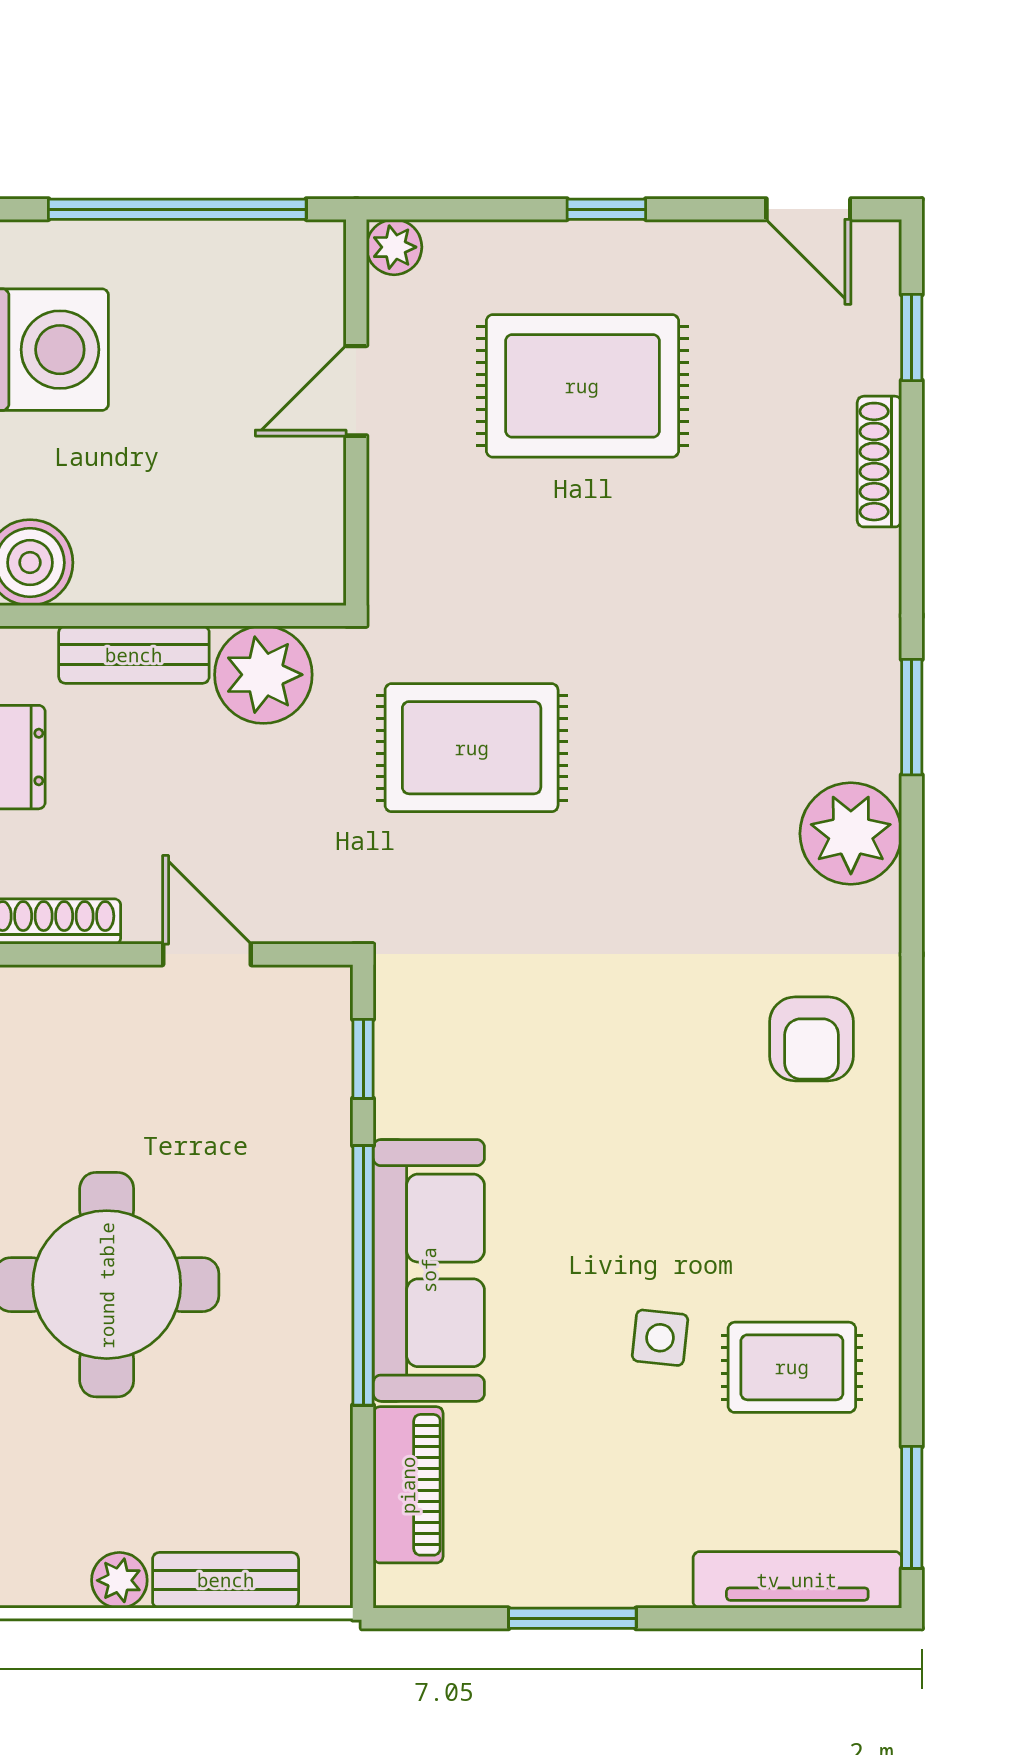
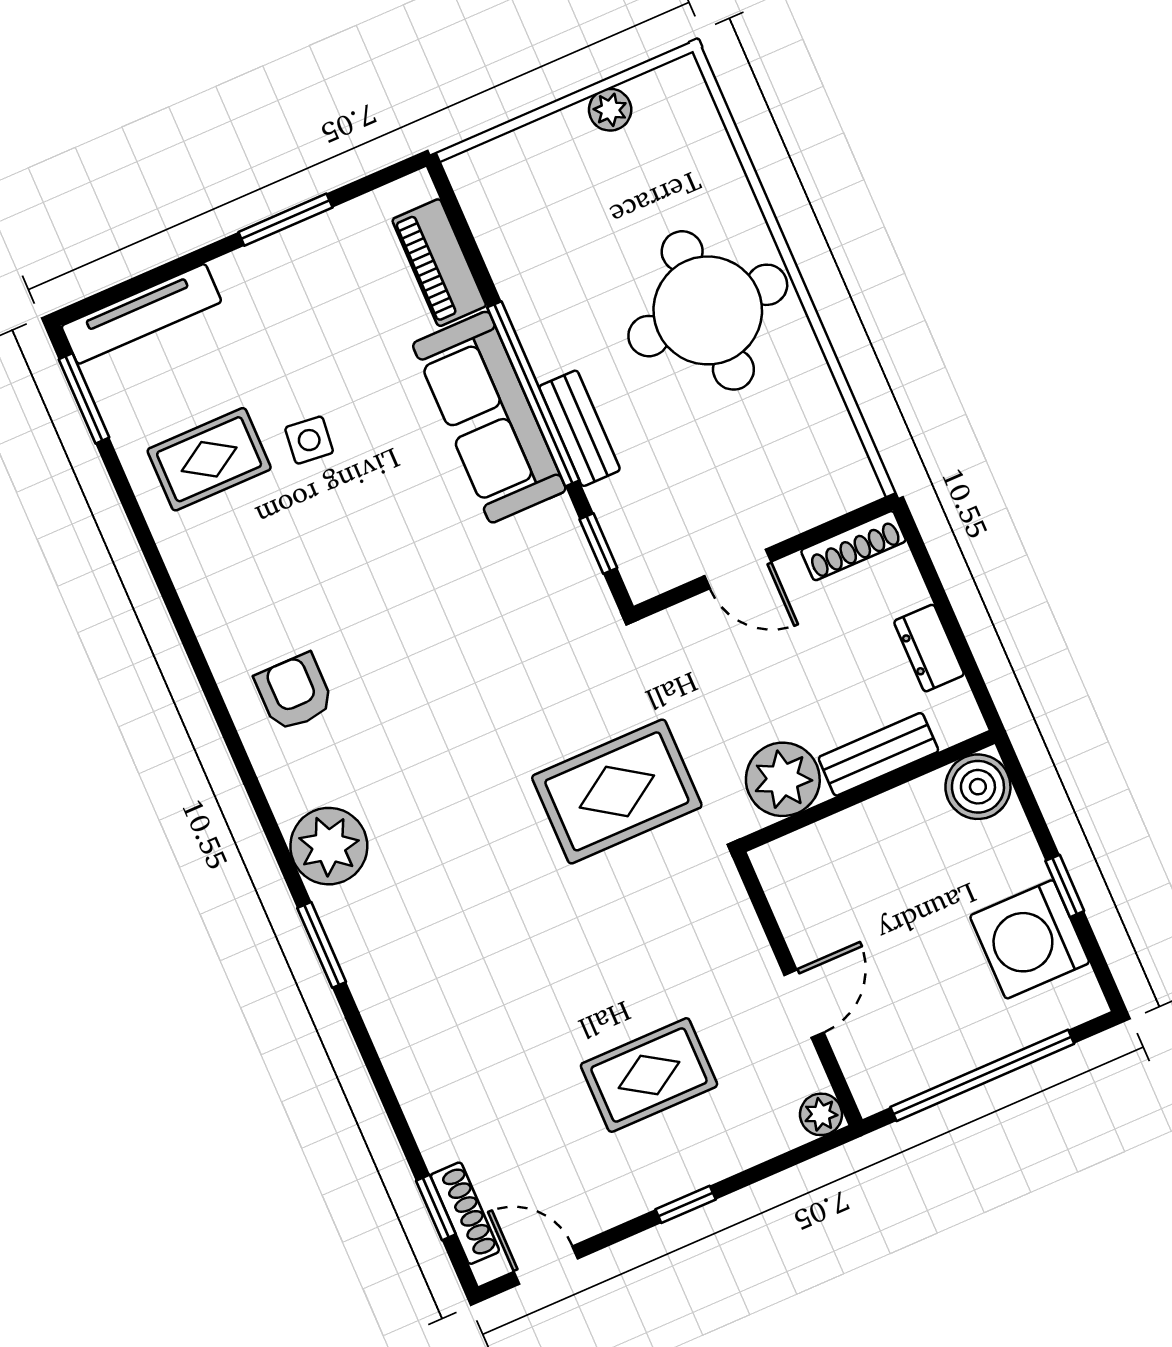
rug: (582, 386) -> (649, 1075), width x0.73, depth x0.70
shoe rack: (879, 462) -> (465, 1213), moved
bench: (226, 1580) -> (580, 428), moved, turned 90

